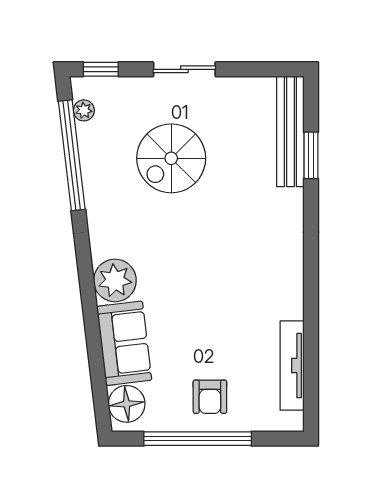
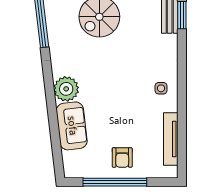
side table: (276, 279) -> (161, 88), added
floor lamp: (127, 404) -> (73, 162), removed

